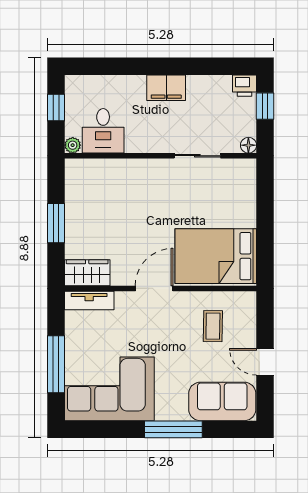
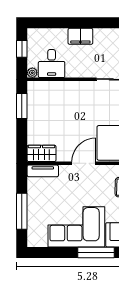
filing cabinet: (166, 88) -> (80, 36), moved
window: (56, 223) -> (22, 106), moved
corner sofa: (109, 389) -> (76, 227), moved

